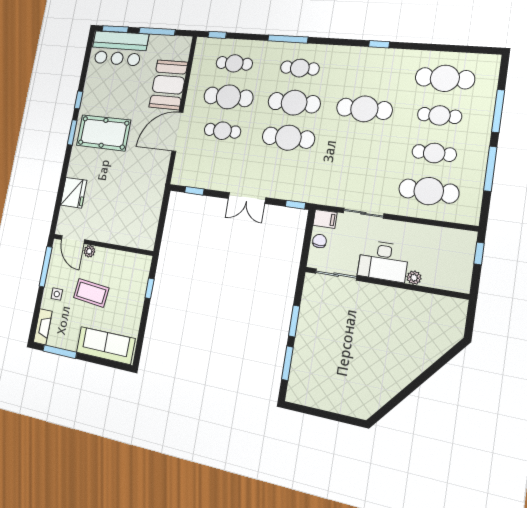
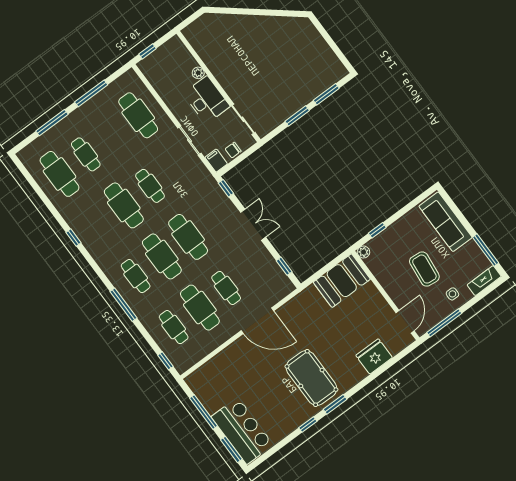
booth: (168, 85) -> (342, 281), moved
cafe table: (434, 153) -> (150, 186), moved
plant: (89, 251) -> (363, 252), moved

